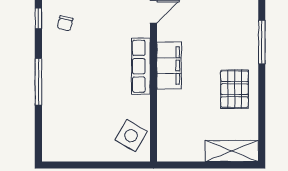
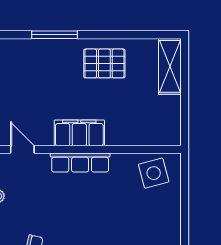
side table: (131, 136) -> (154, 173), turned 45

